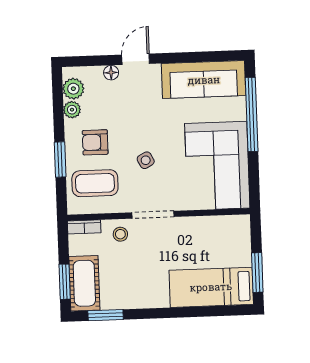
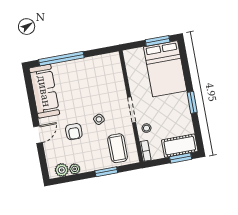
door: (136, 59) -> (38, 135), swing flipped
floor lamp: (111, 73) -> (48, 148), removed
armchair: (95, 142) -> (74, 132), moved
corner sofa: (217, 166) -> (96, 75), removed
bed: (211, 287) -> (165, 69), width x1.50
window: (106, 315) -> (192, 102), moved

